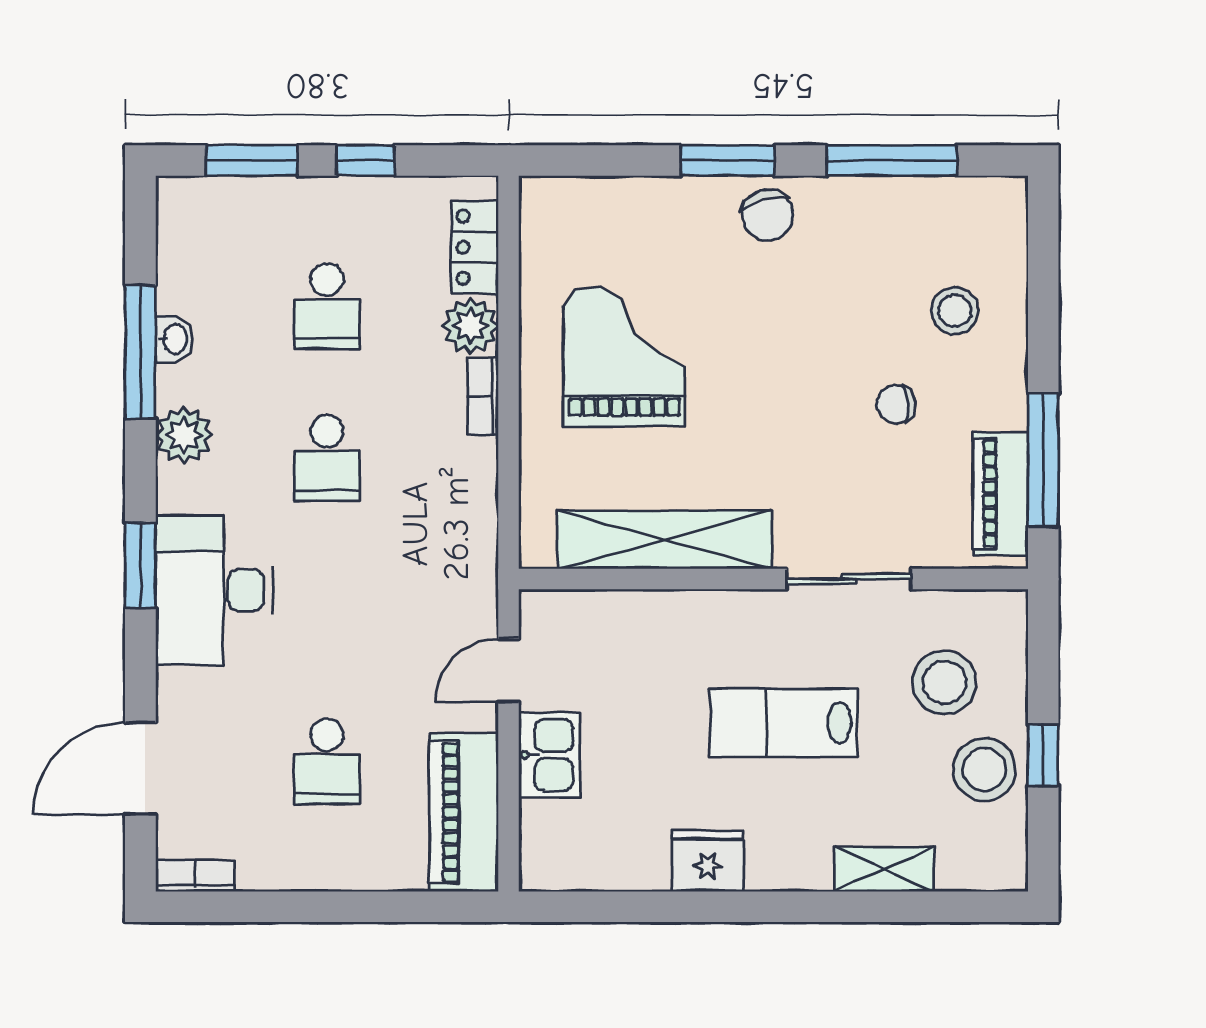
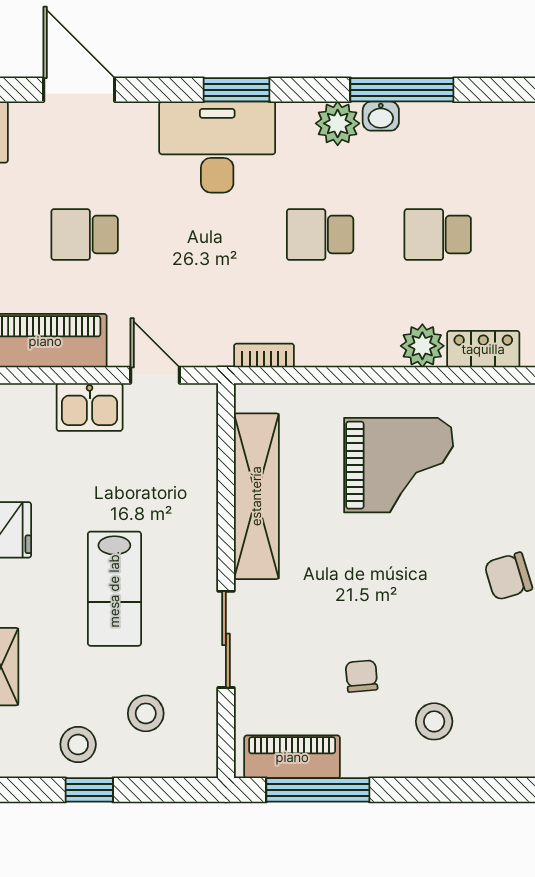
washbasin: (174, 339) -> (381, 116), moved
bookcase: (483, 397) -> (264, 356), moved
stool: (944, 682) -> (146, 713), width x0.73, depth x0.73
lab bench: (784, 723) -> (114, 589), turned 180
stool: (984, 770) -> (78, 744), width x0.73, depth x0.73

